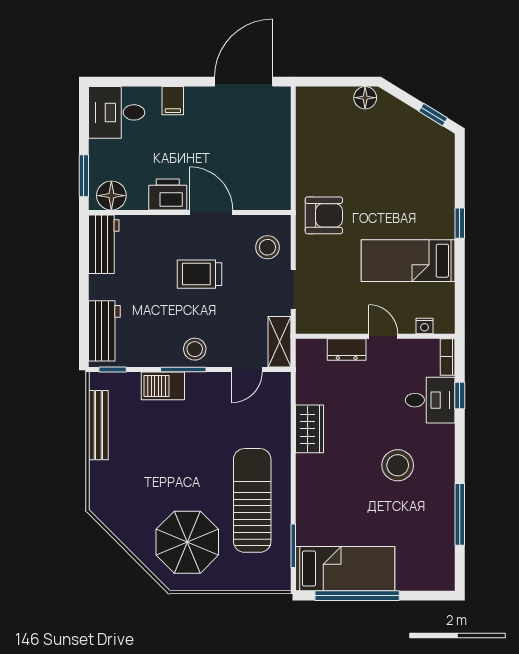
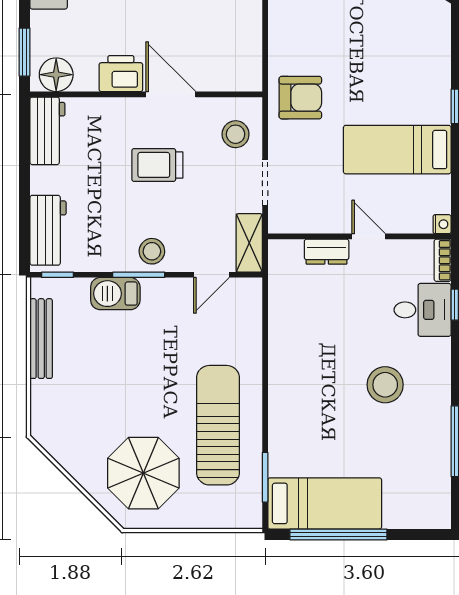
nightstand: (425, 326) -> (442, 224), moved, turned -90
wardrobe: (310, 429) -> (284, 343), removed

